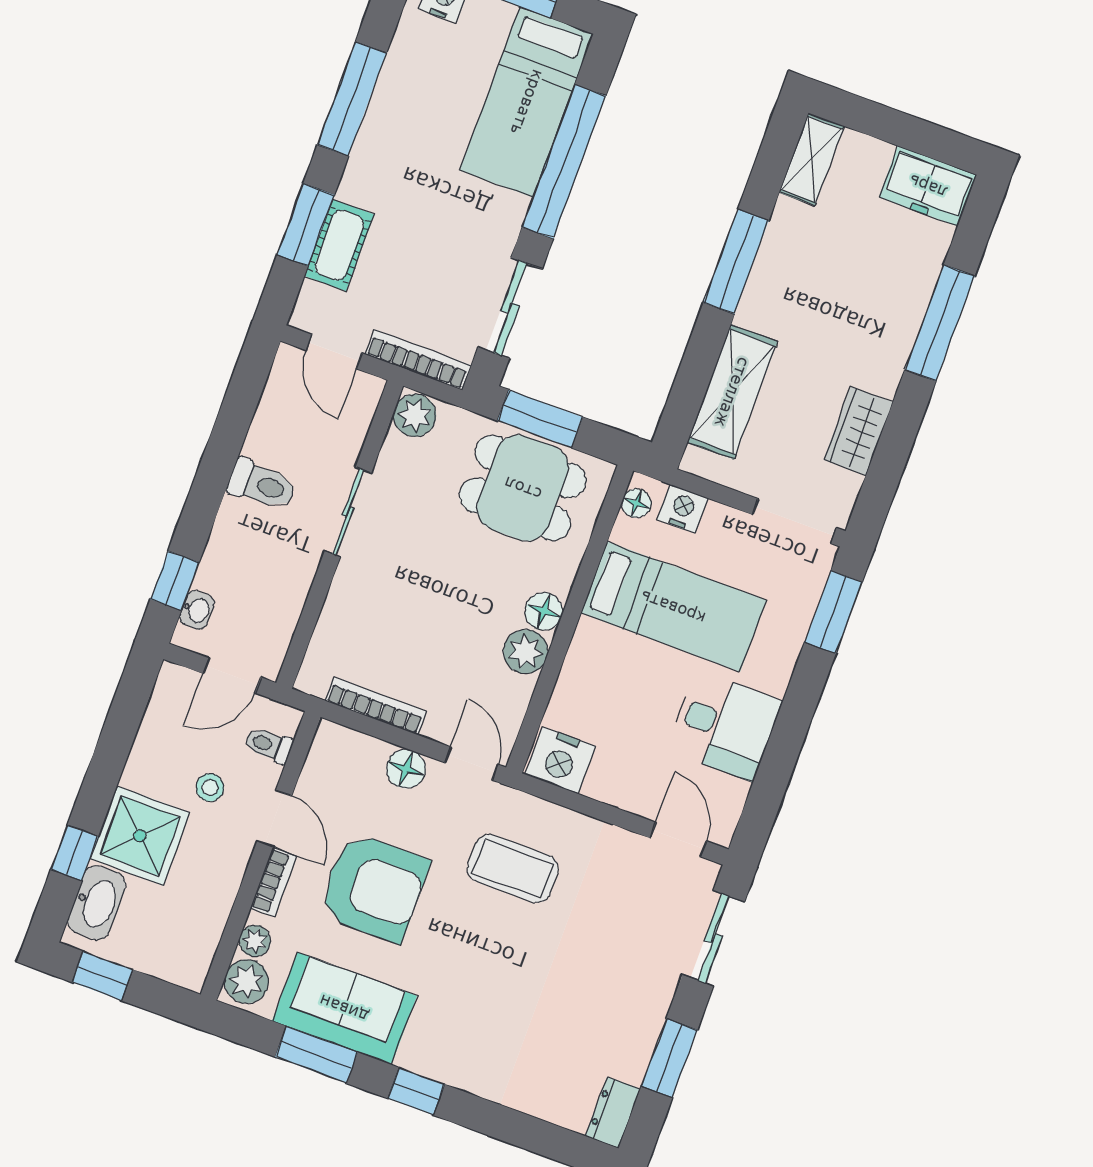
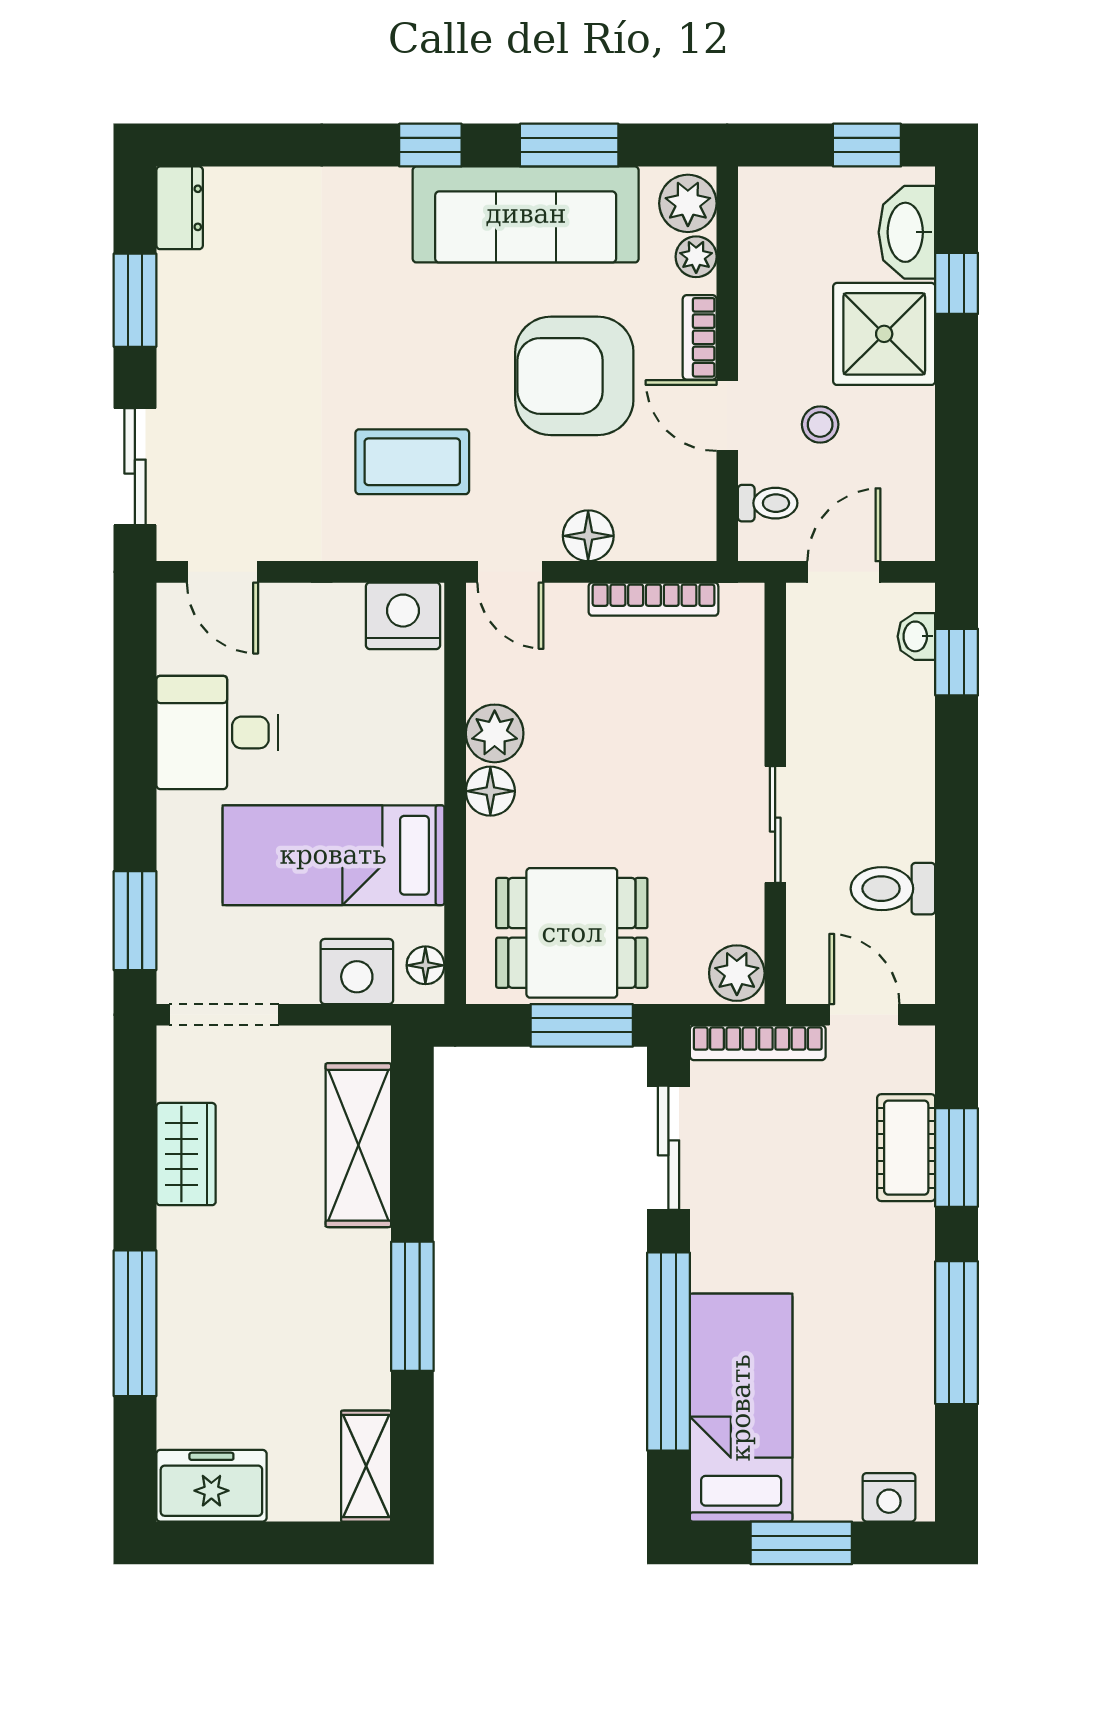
toilet: (262, 485) -> (893, 889), moved
nightstand: (683, 509) -> (357, 972), width x1.36, depth x1.33
sofa: (344, 1008) -> (526, 214), width x1.36

